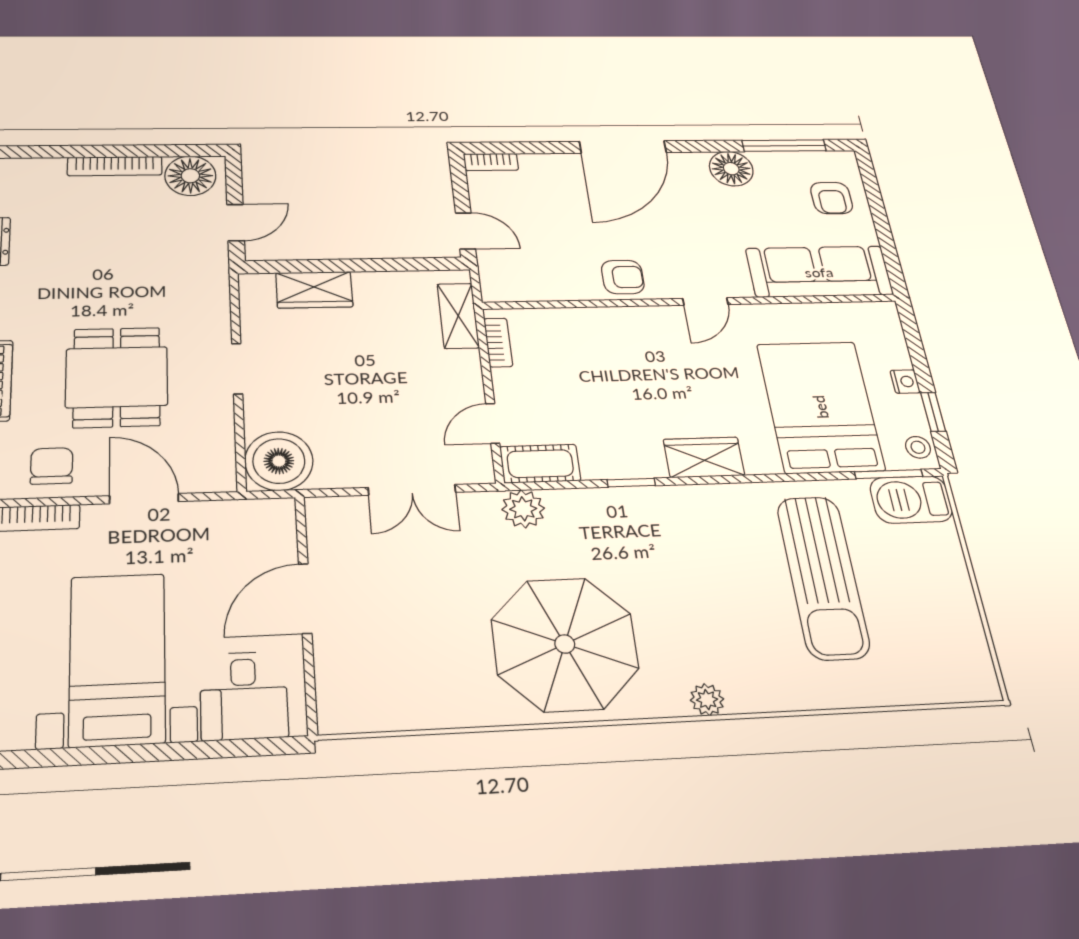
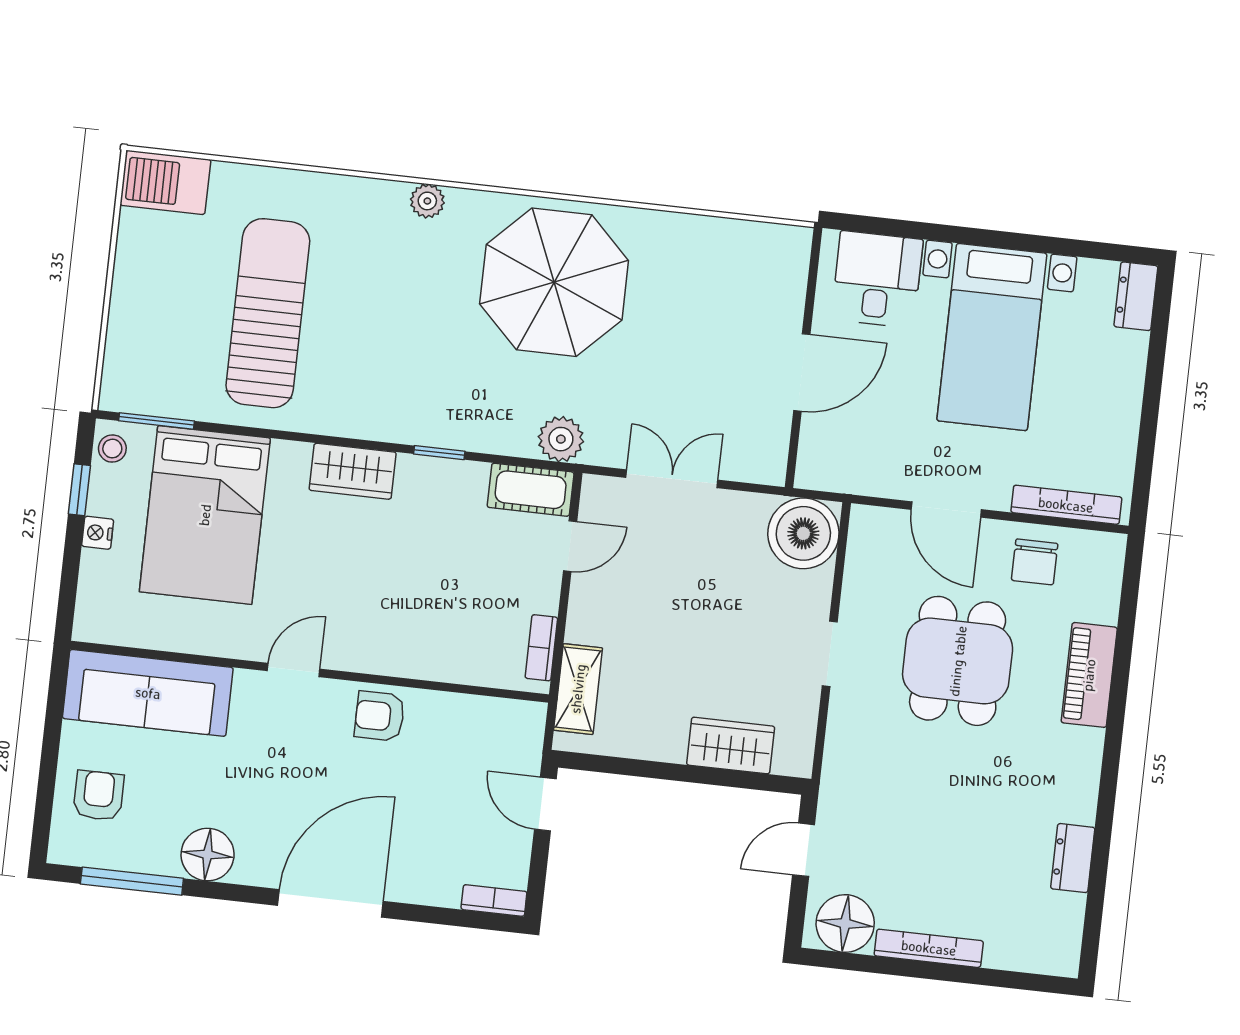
barbecue: (911, 500) -> (165, 182), moved, turned 180

